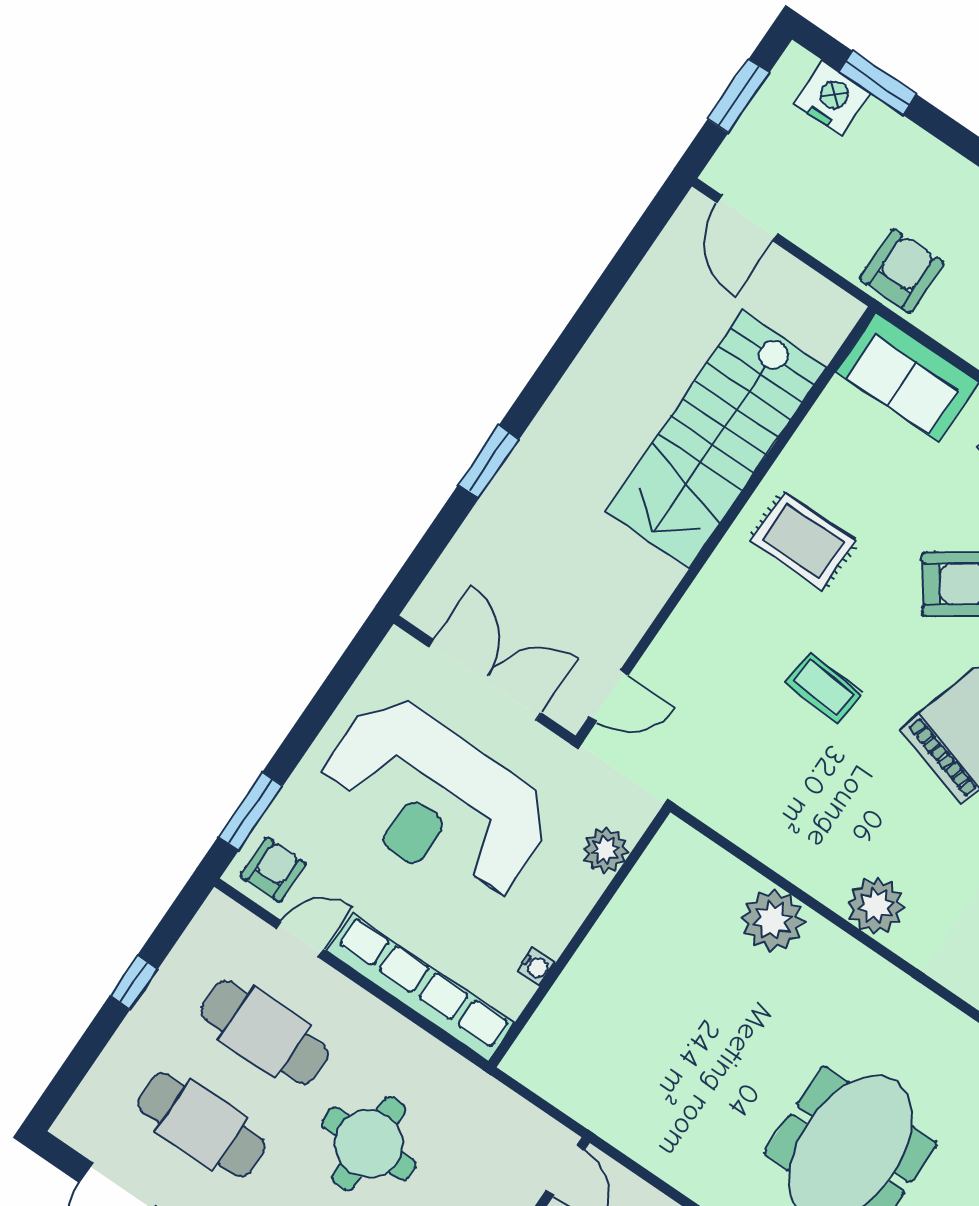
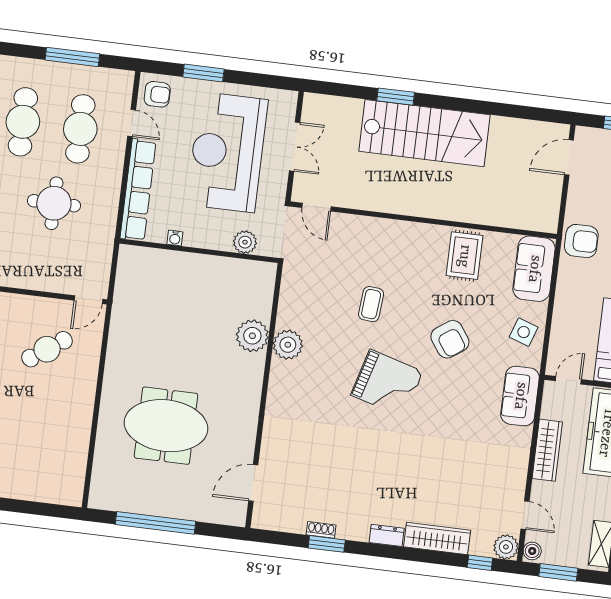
stairs: (716, 439) -> (424, 133), moved, turned 180
rug: (803, 541) -> (464, 256), moved
double door: (485, 680) -> (295, 147), width x0.73
window: (250, 811) -> (203, 73), moved
plant: (876, 906) -> (288, 345), moved
window: (134, 982) -> (72, 57), width x2.17

